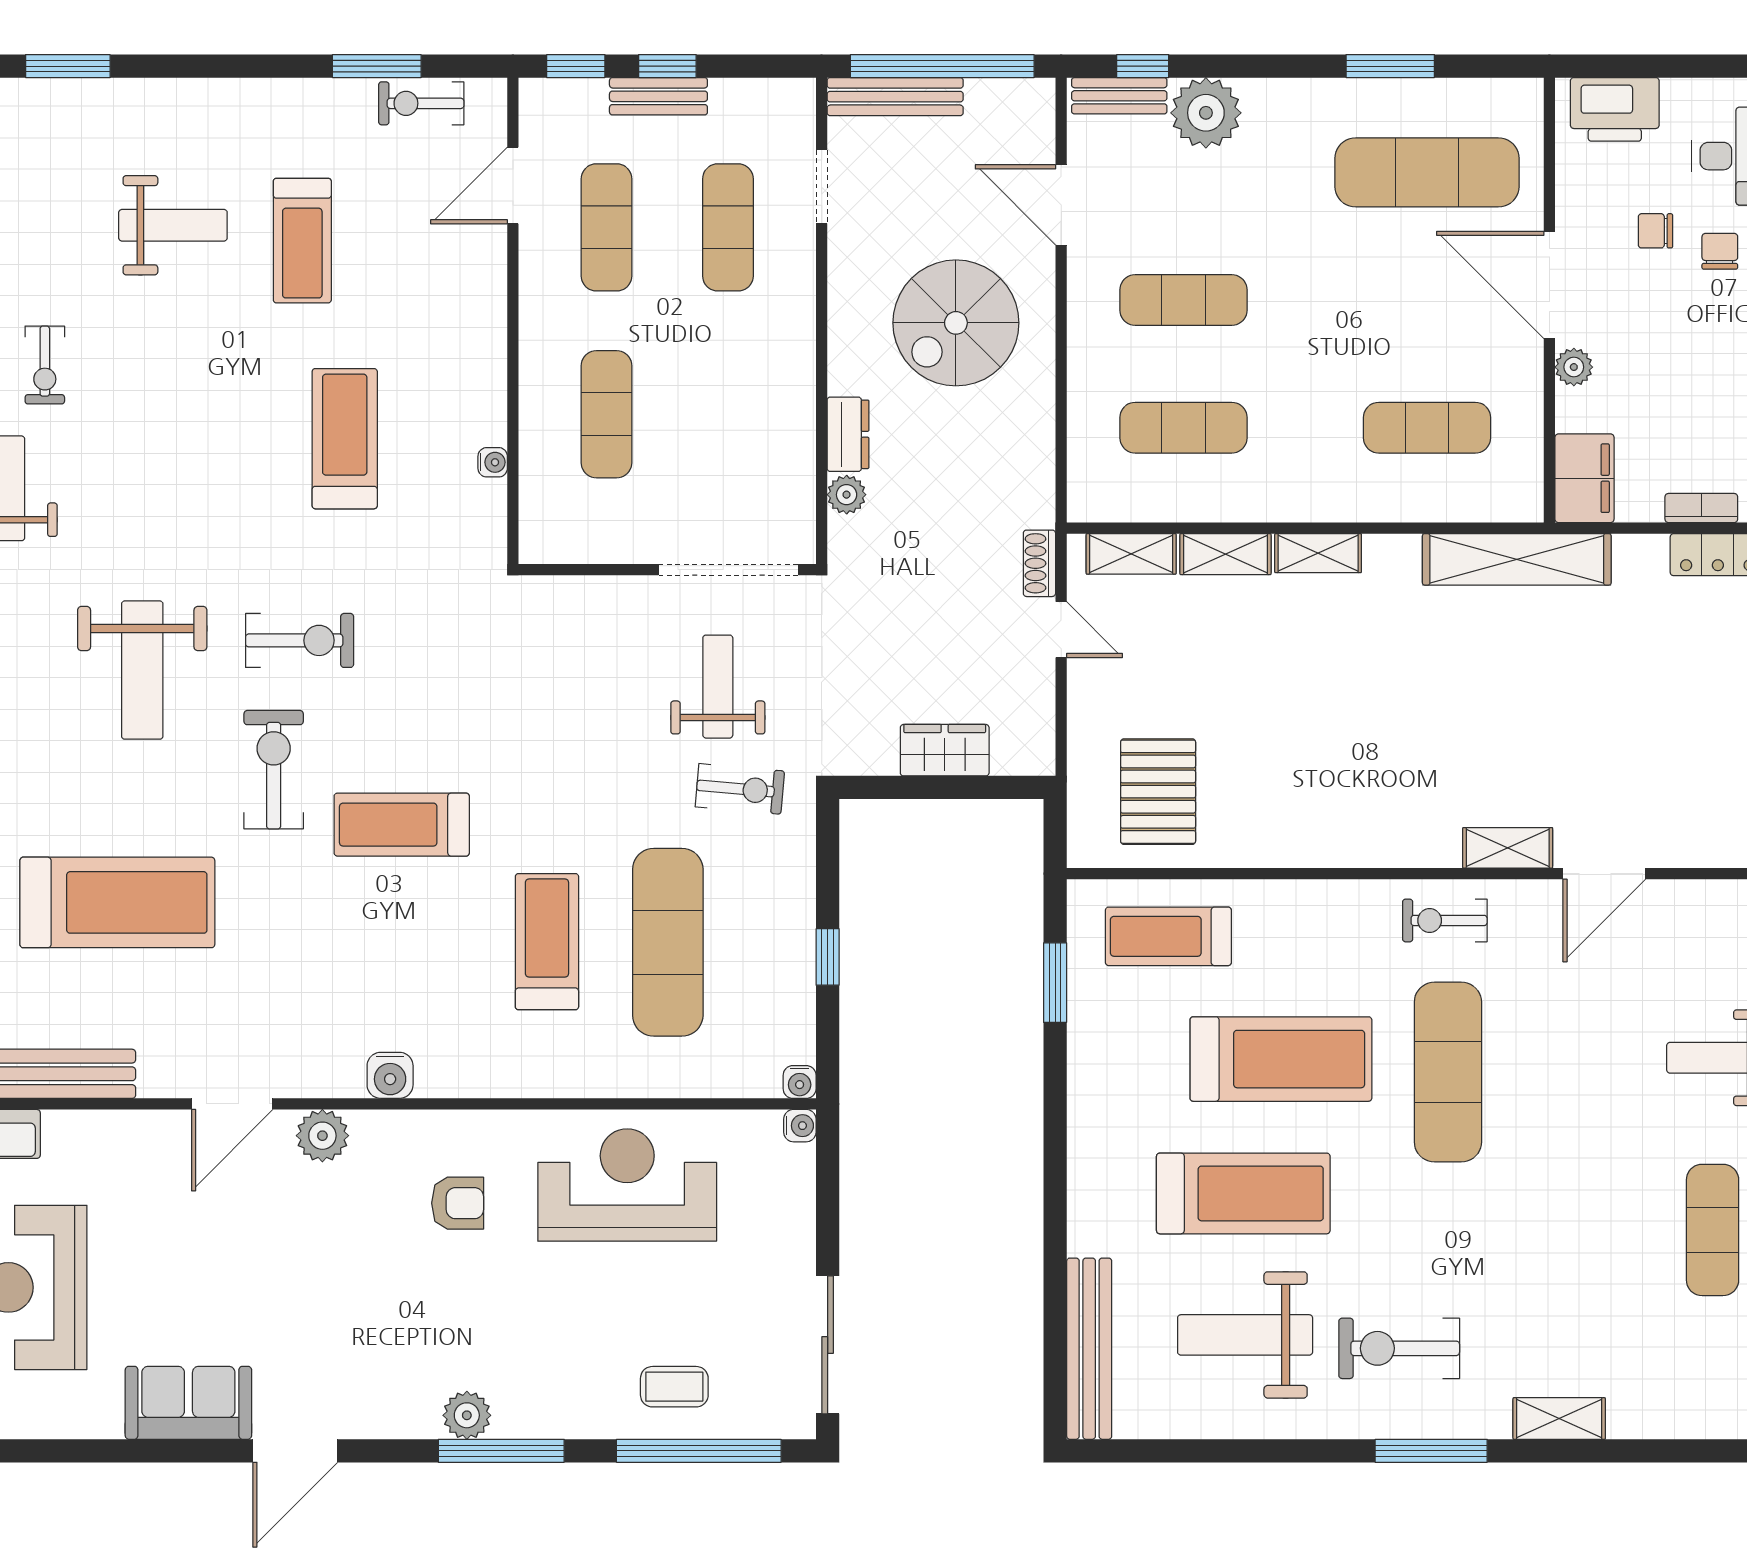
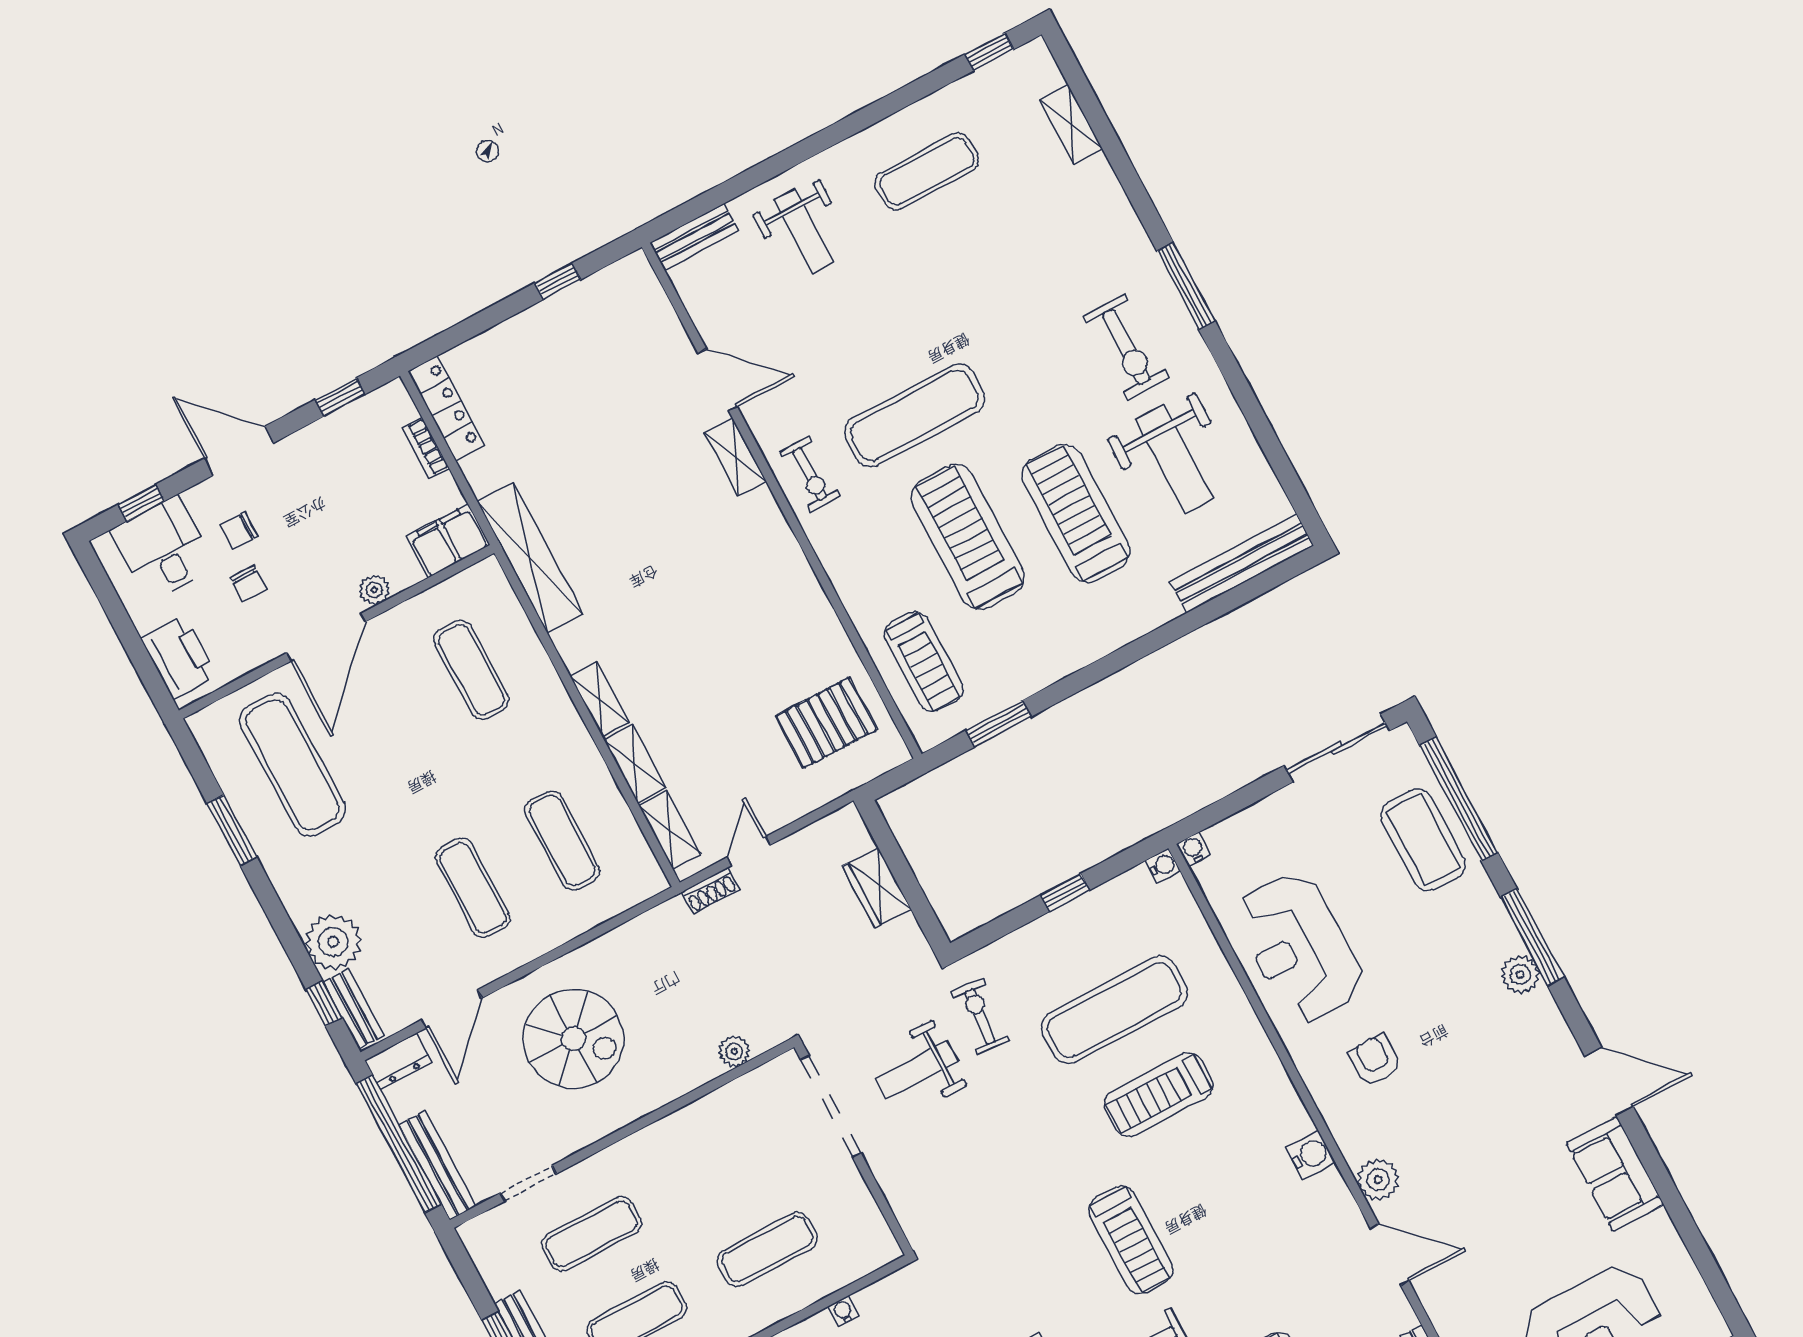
dresser: (848, 434) -> (398, 1061), moved, turned 180
coffee table: (674, 1387) -> (1423, 840), width x1.86, depth x1.72
shelving: (1559, 1419) -> (1071, 124), moved

